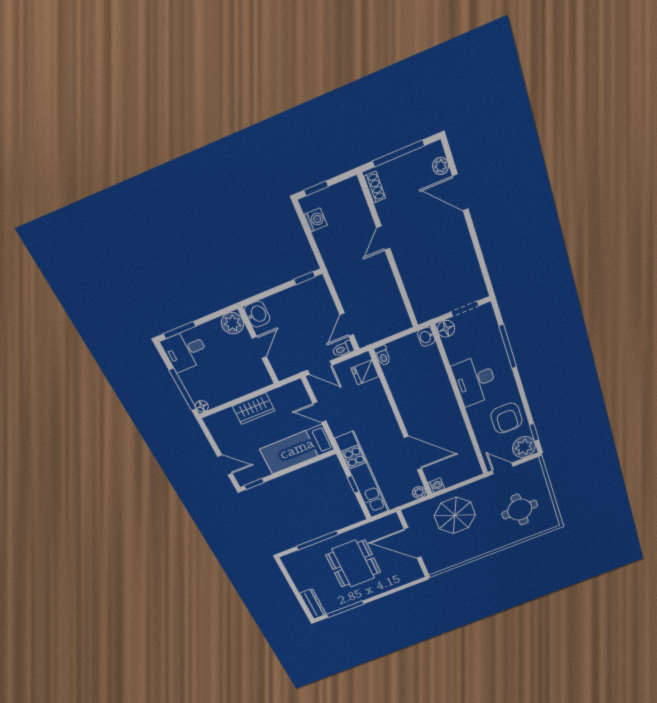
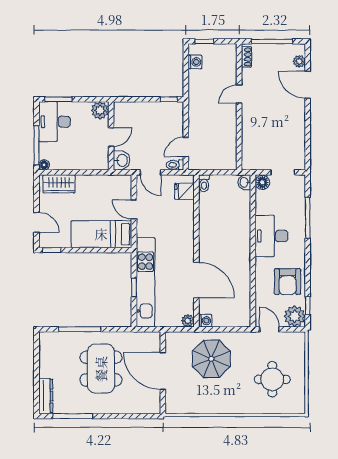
washbasin: (257, 314) -> (122, 160), moved
desk: (185, 350) -> (55, 122), width x1.37
wardrobe: (254, 408) -> (59, 184), moved

